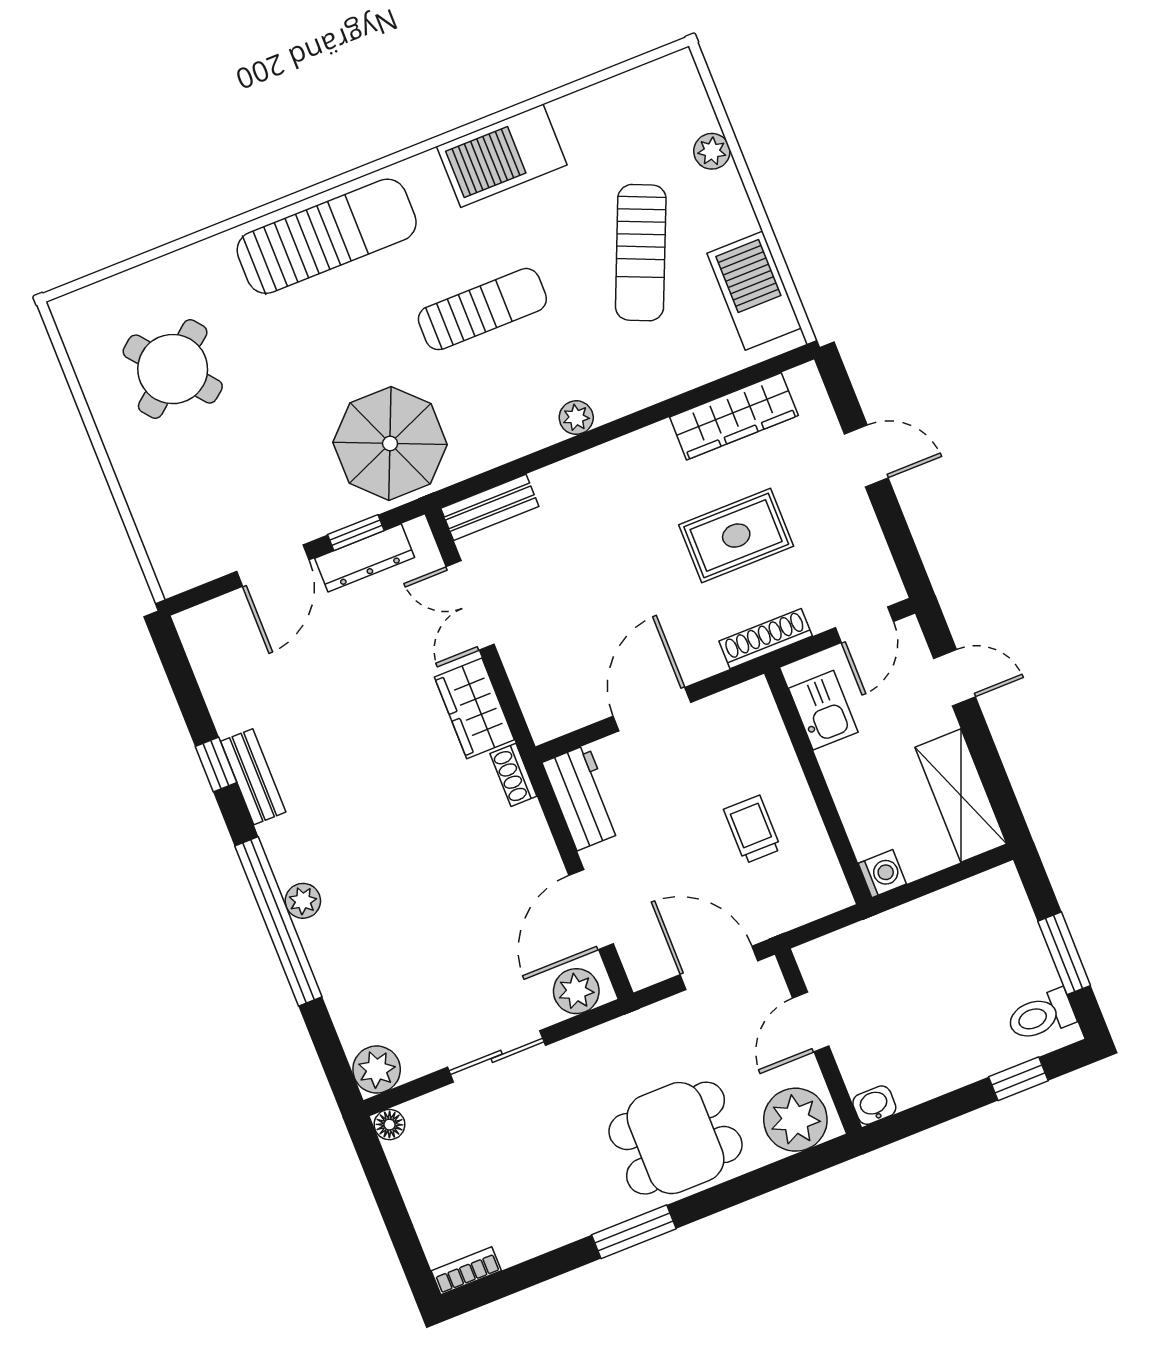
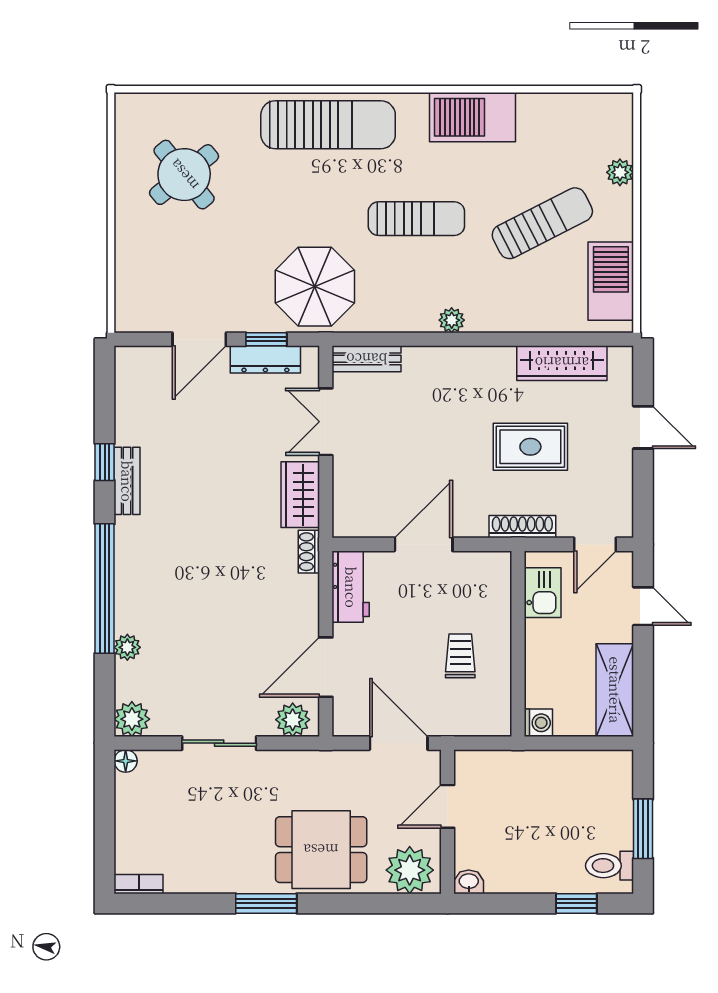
sun lounger: (641, 253) -> (542, 223), turned -140
plant: (303, 901) -> (127, 647), moved

